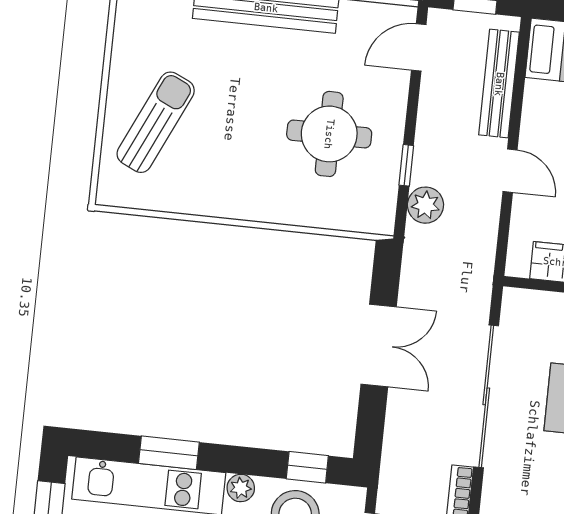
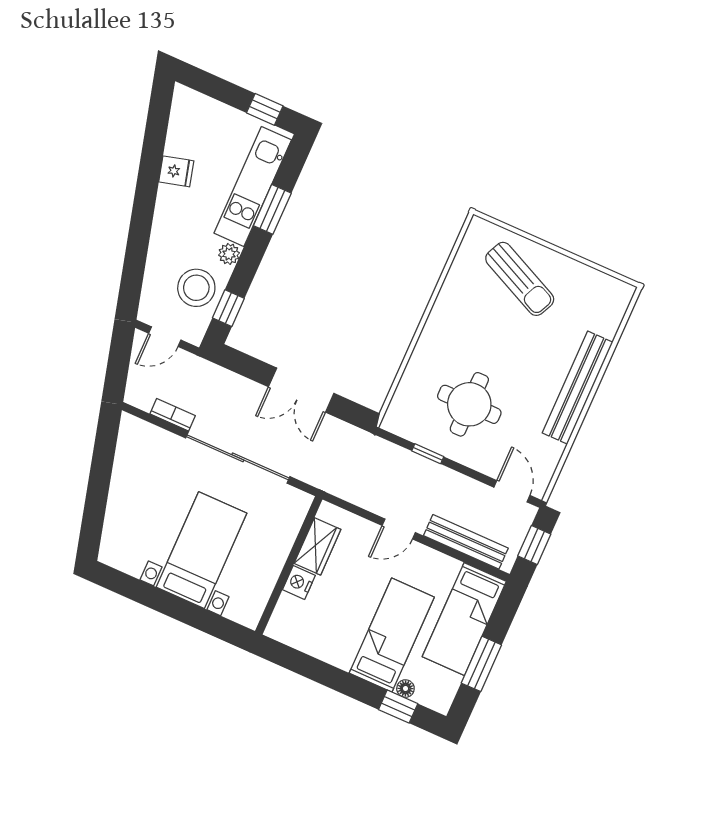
plant: (425, 205) -> (394, 458), removed

